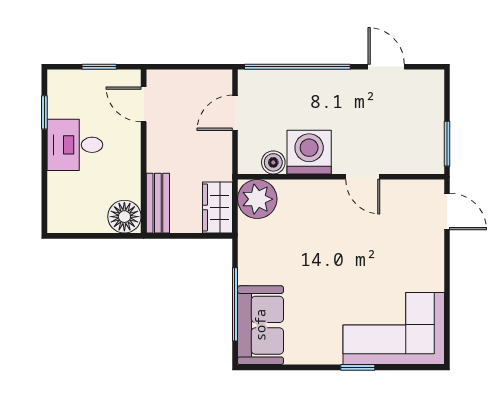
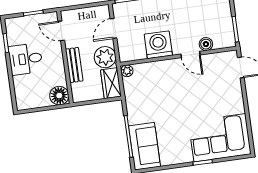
plant: (213, 161) -> (105, 57), added
boiler: (273, 162) -> (206, 44), moved
plant: (257, 199) -> (127, 71), width x0.53, depth x0.53
bench: (158, 203) -> (74, 65), moved

